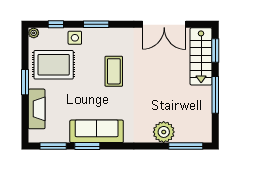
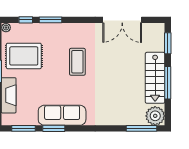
window: (96, 24) -> (51, 20), moved
side table: (75, 38) -> (43, 32), removed
stairs: (201, 56) -> (155, 78), moved
plant: (164, 132) -> (155, 116), moved

